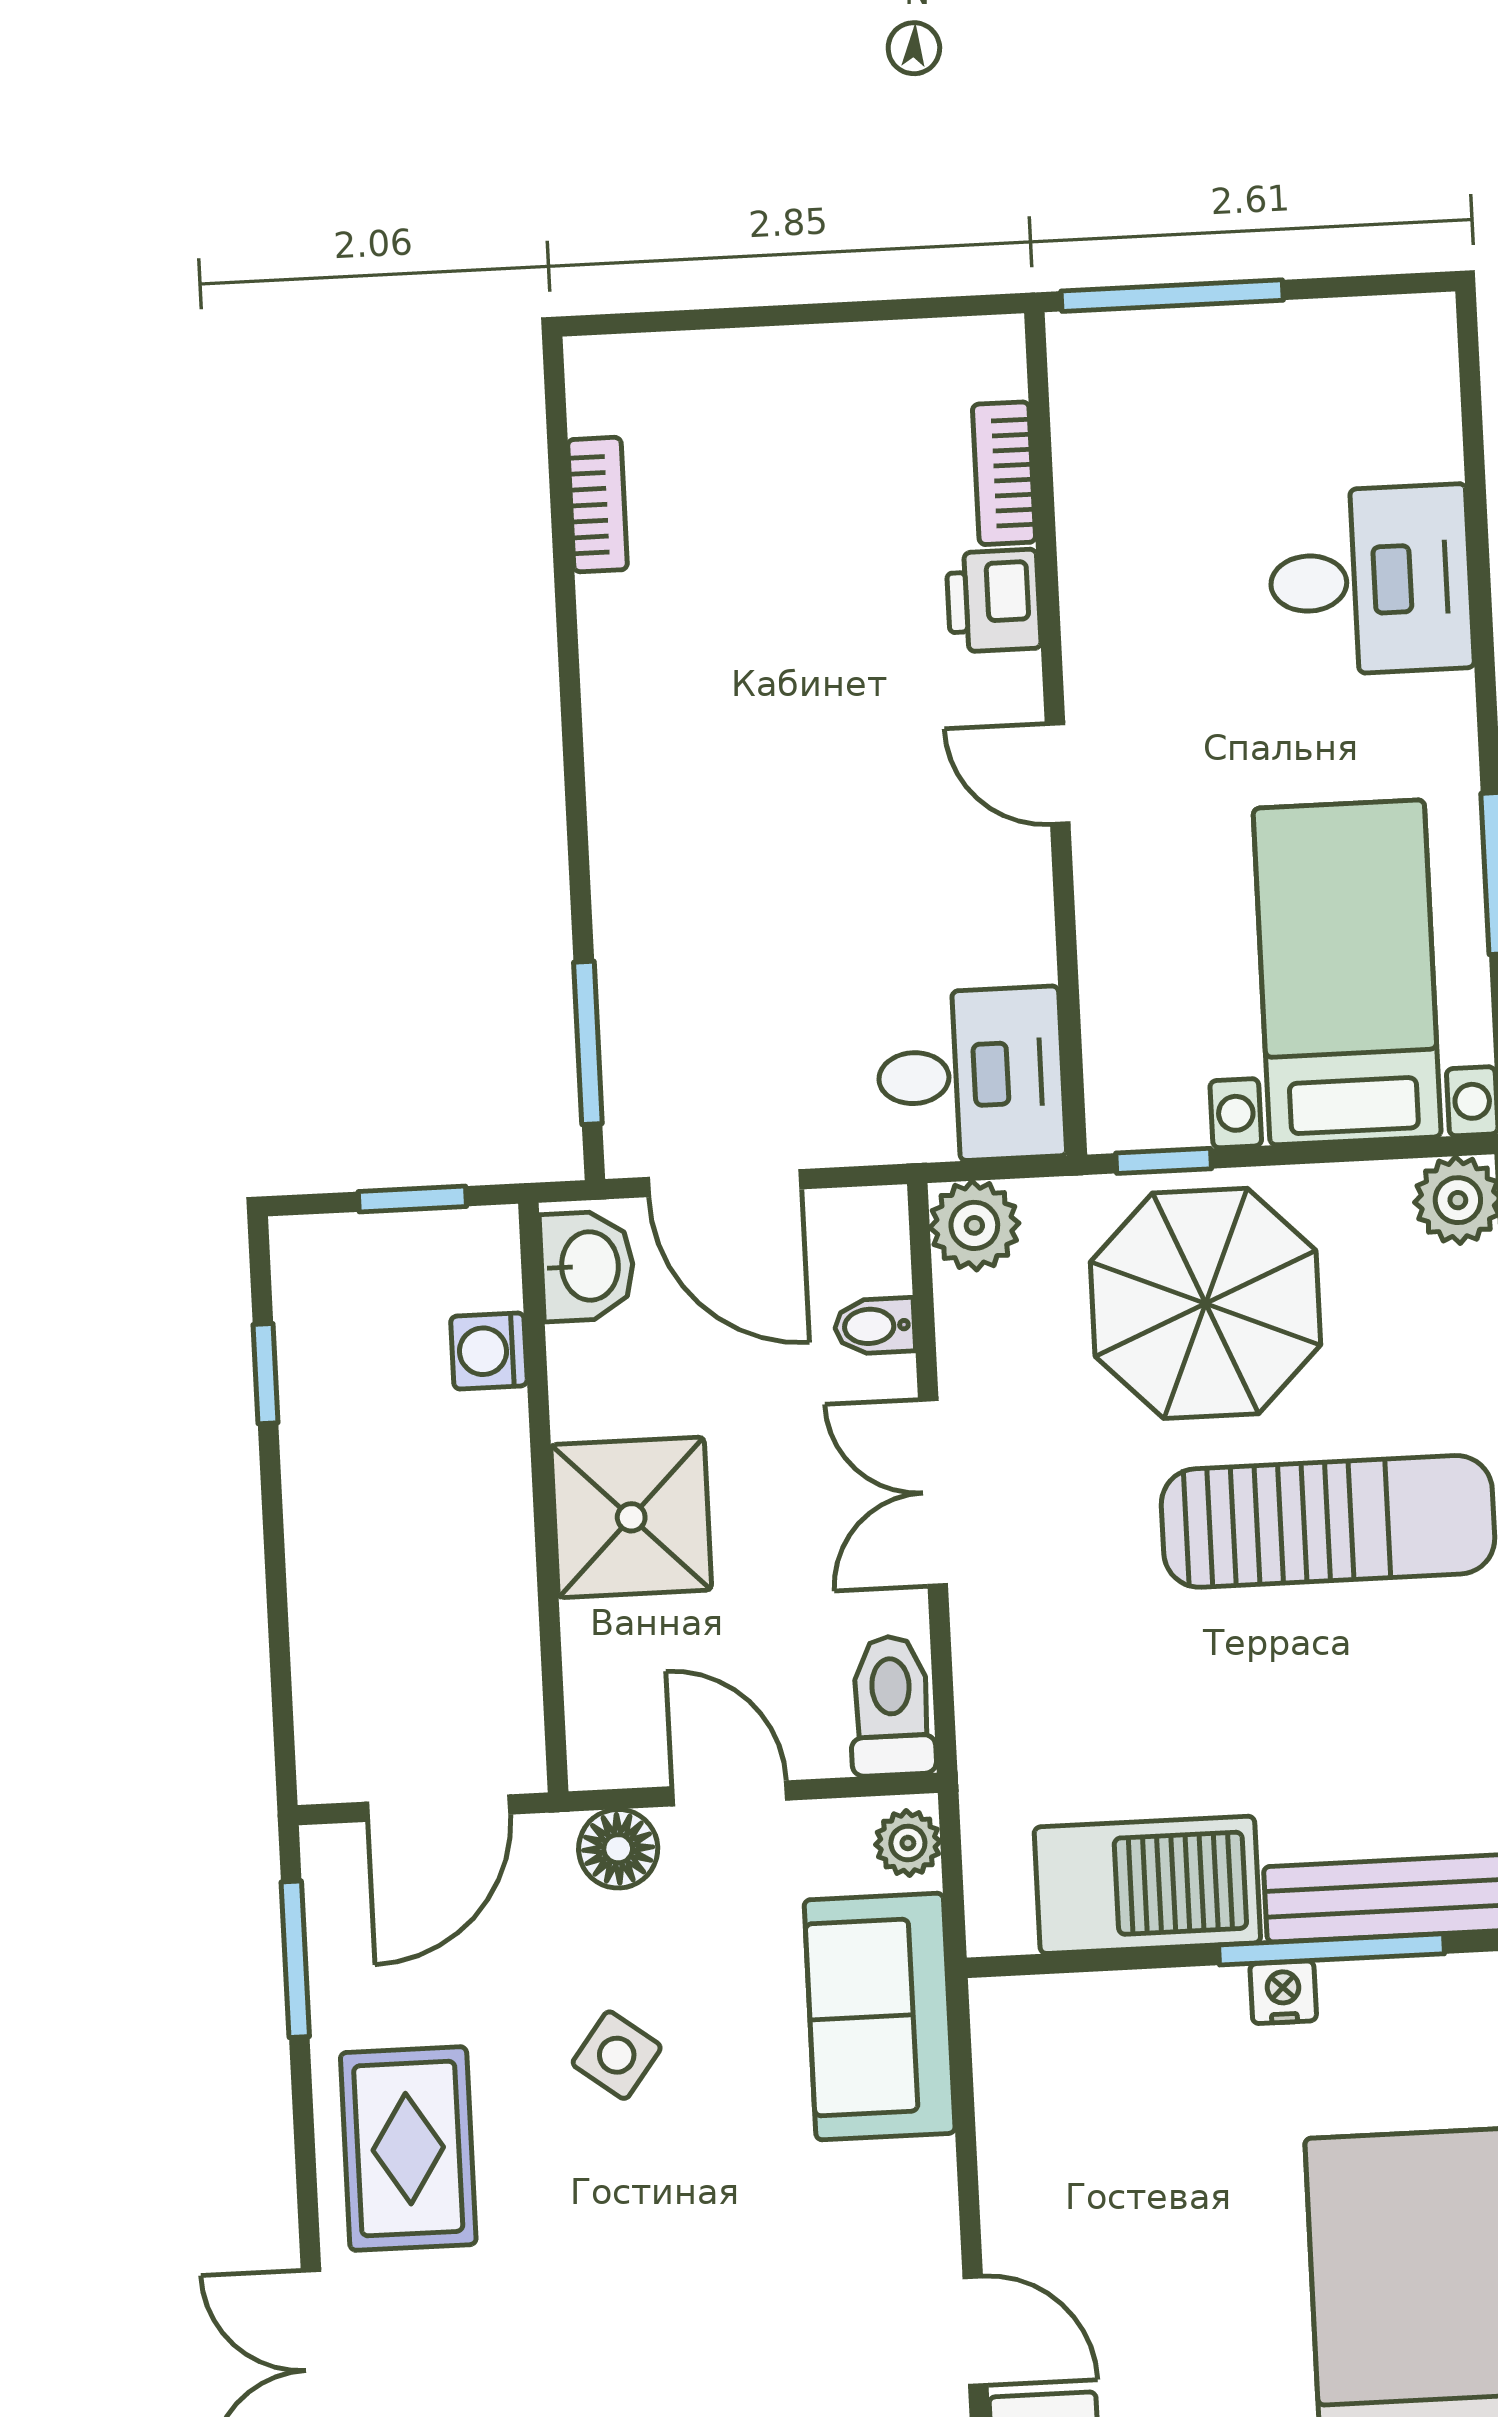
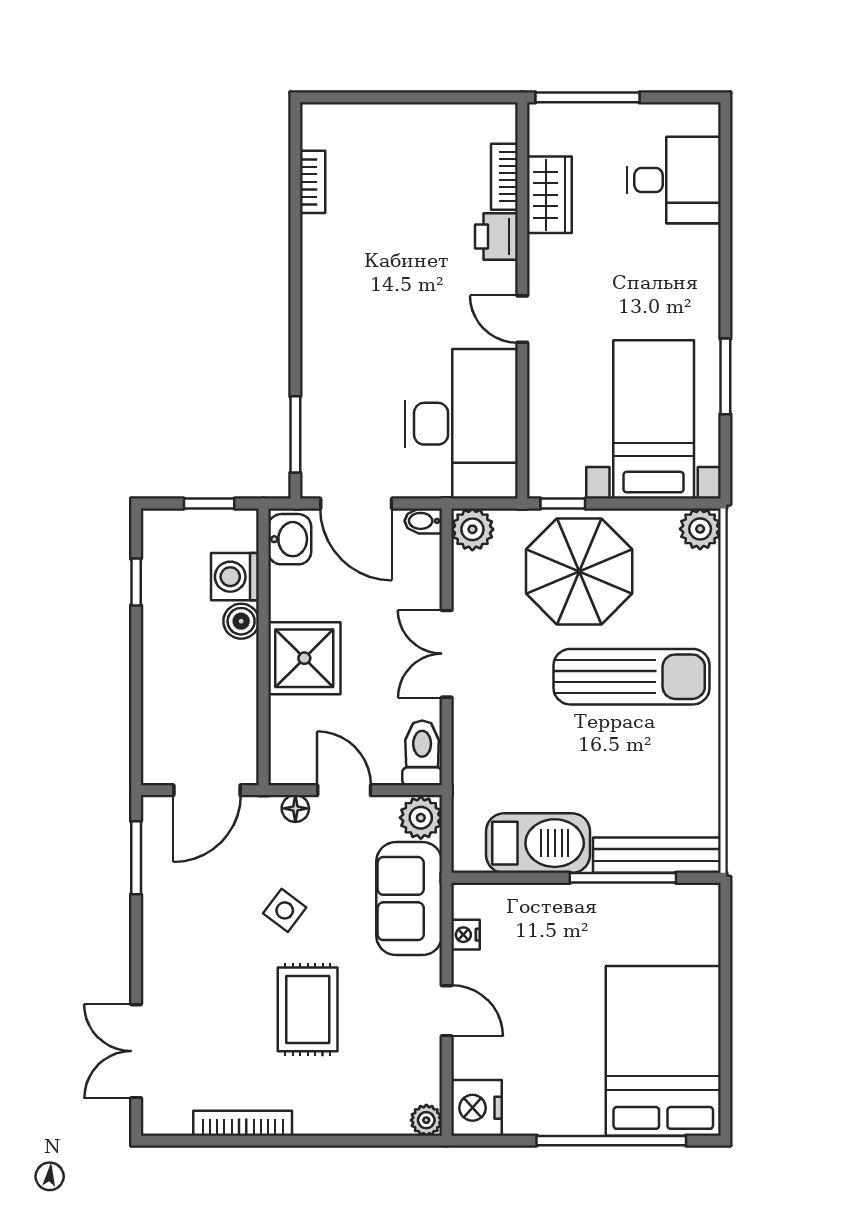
wardrobe: (1102, 507) -> (549, 195), added
desk: (1370, 580) -> (674, 180), moved
desk: (971, 1075) -> (461, 424), width x1.87, depth x1.30
bidet: (875, 1326) -> (423, 521), moved
washing machine: (489, 1351) -> (235, 577), width x1.38, depth x1.38
boiler: (493, 1446) -> (241, 621), added
plant: (908, 1843) -> (421, 818), width x1.38, depth x1.38
floor lamp: (618, 1849) -> (295, 808), width x0.73, depth x0.73
nightstand: (1283, 1992) -> (466, 935), moved, turned -90
rug: (408, 2149) -> (308, 1009), moved
door: (975, 2331) -> (447, 1011), moved

